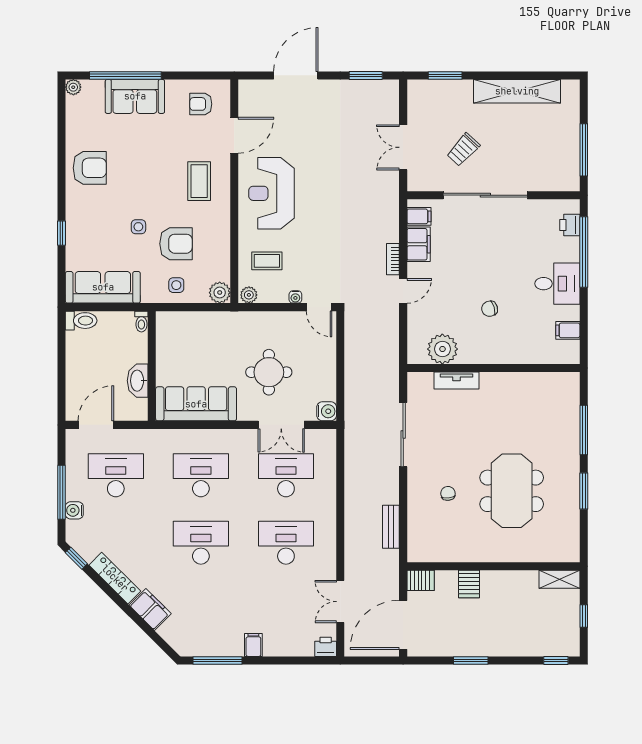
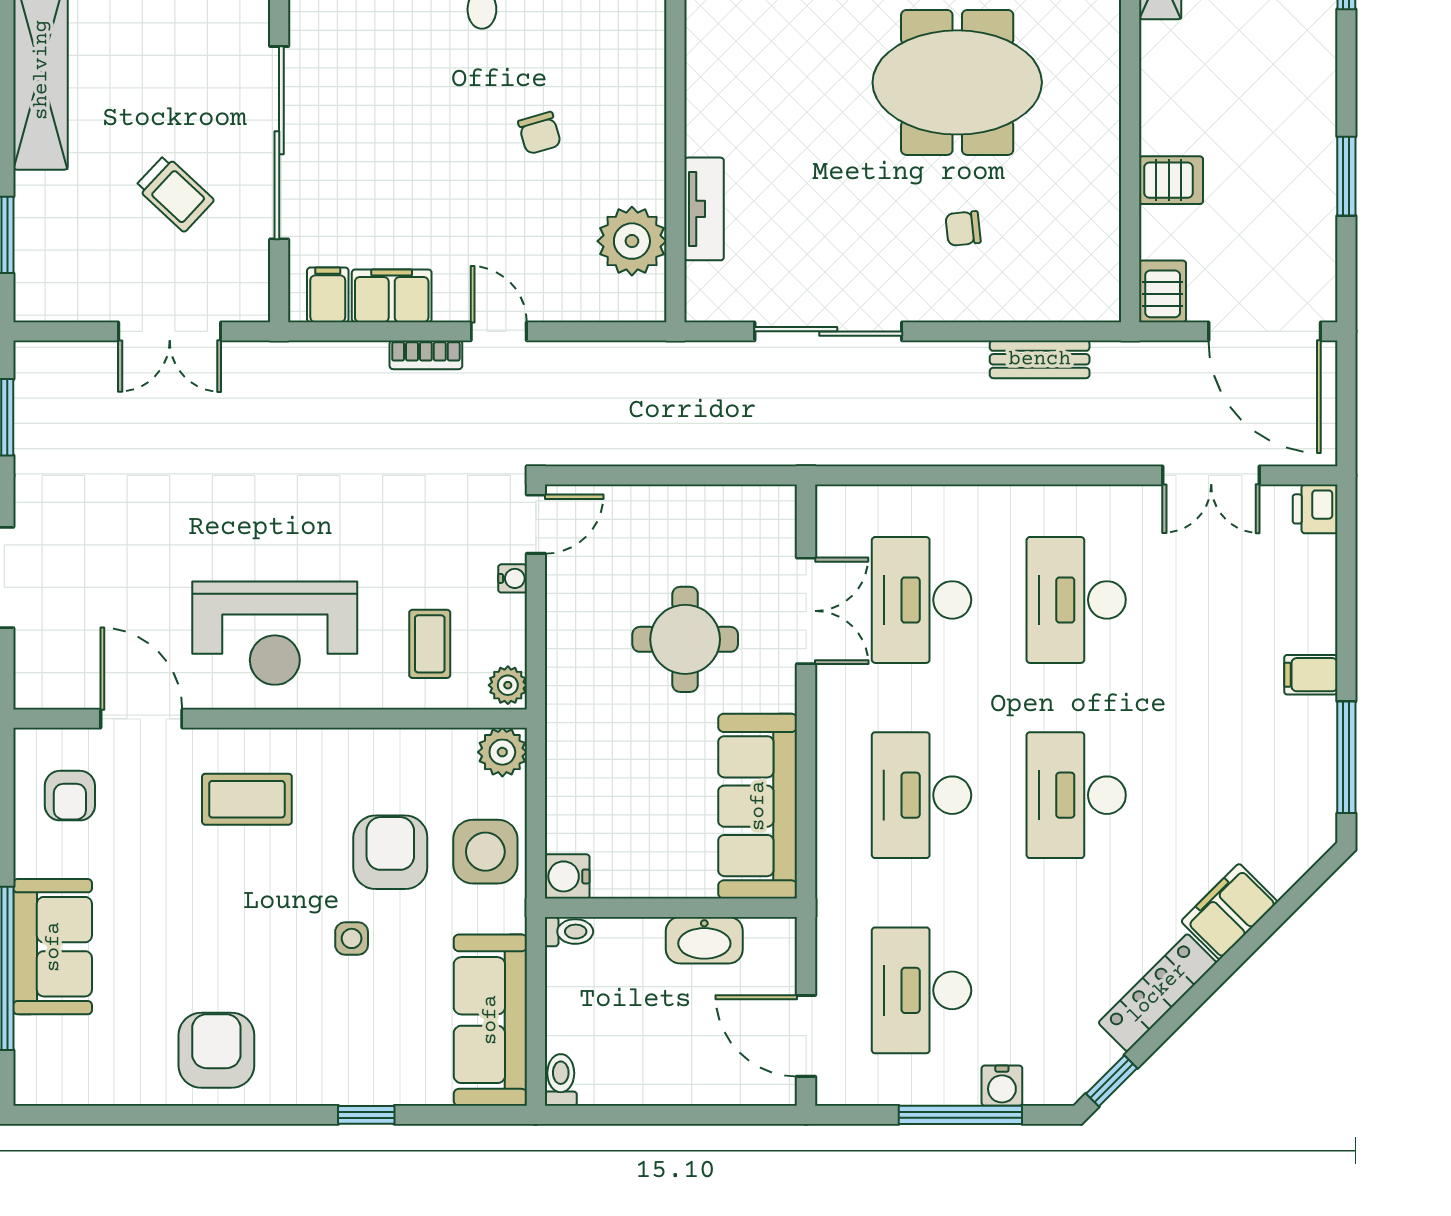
plant: (73, 87) -> (31, 1088), removed
side table: (176, 285) -> (485, 852), width x1.87, depth x1.87
toilet: (81, 321) -> (561, 1080), width x0.73, depth x0.72
water cooler: (327, 411) -> (567, 876), moved, turned -90

